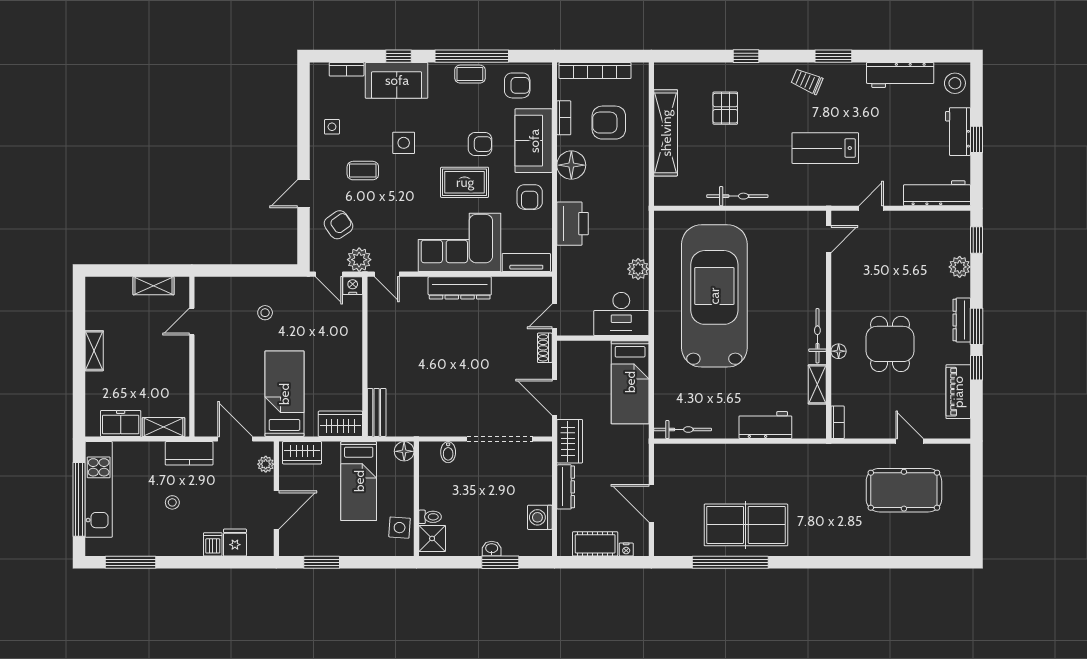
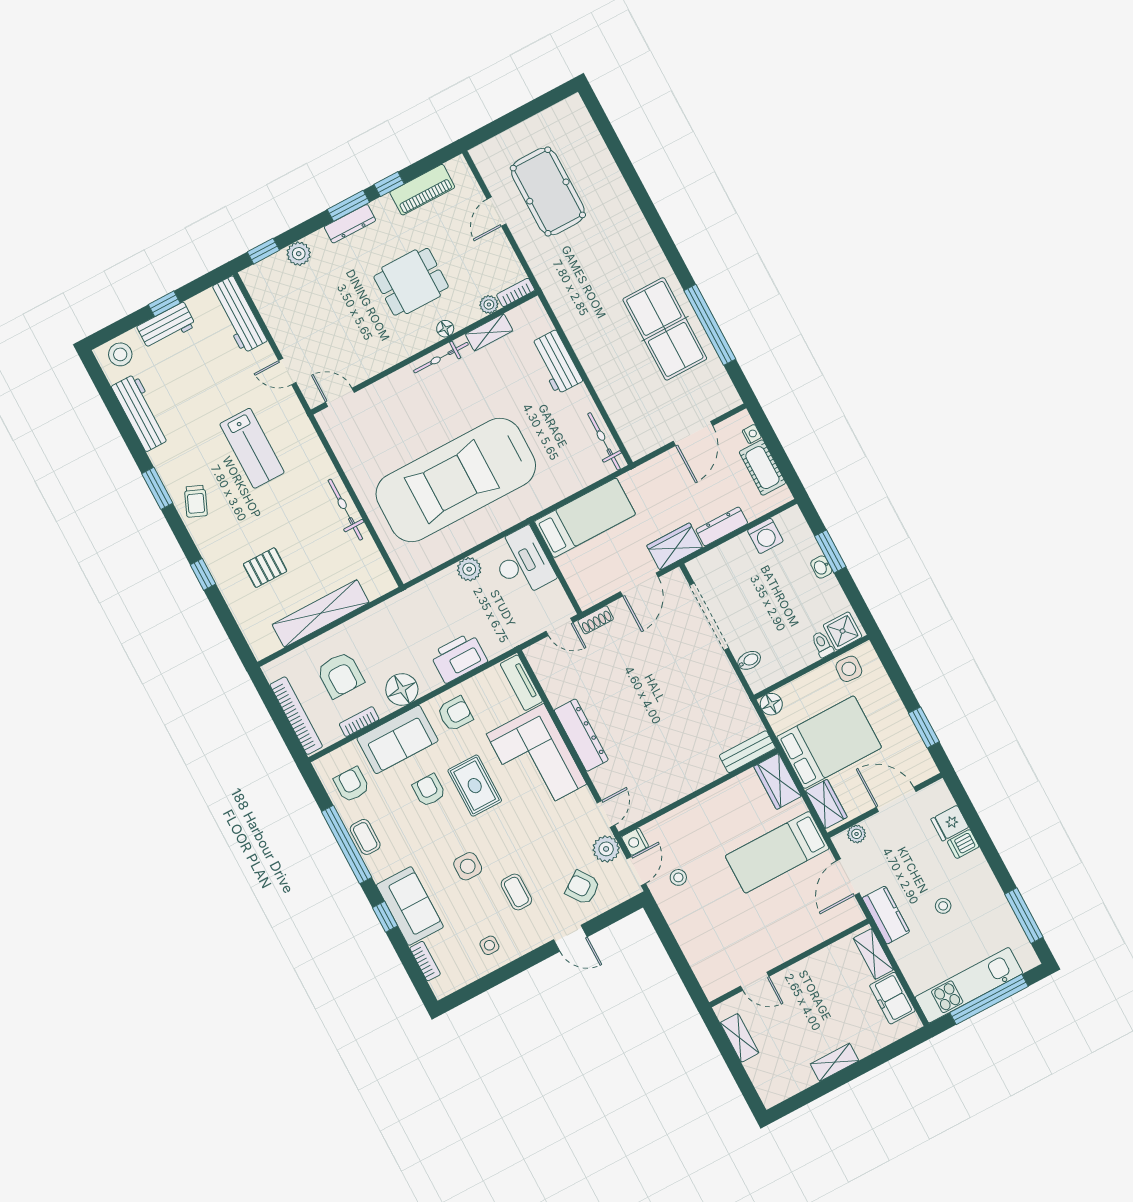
stool: (265, 313) -> (678, 877), moved
plant: (839, 396) -> (489, 305), added
bed: (359, 481) -> (829, 742), width x1.50

